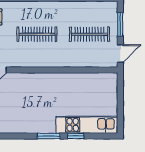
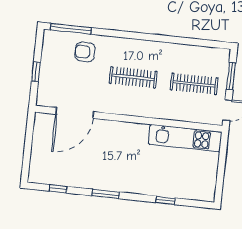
kitchen unit: (87, 125) -> (185, 138), moved, turned 180
window: (49, 136) -> (106, 194), moved

